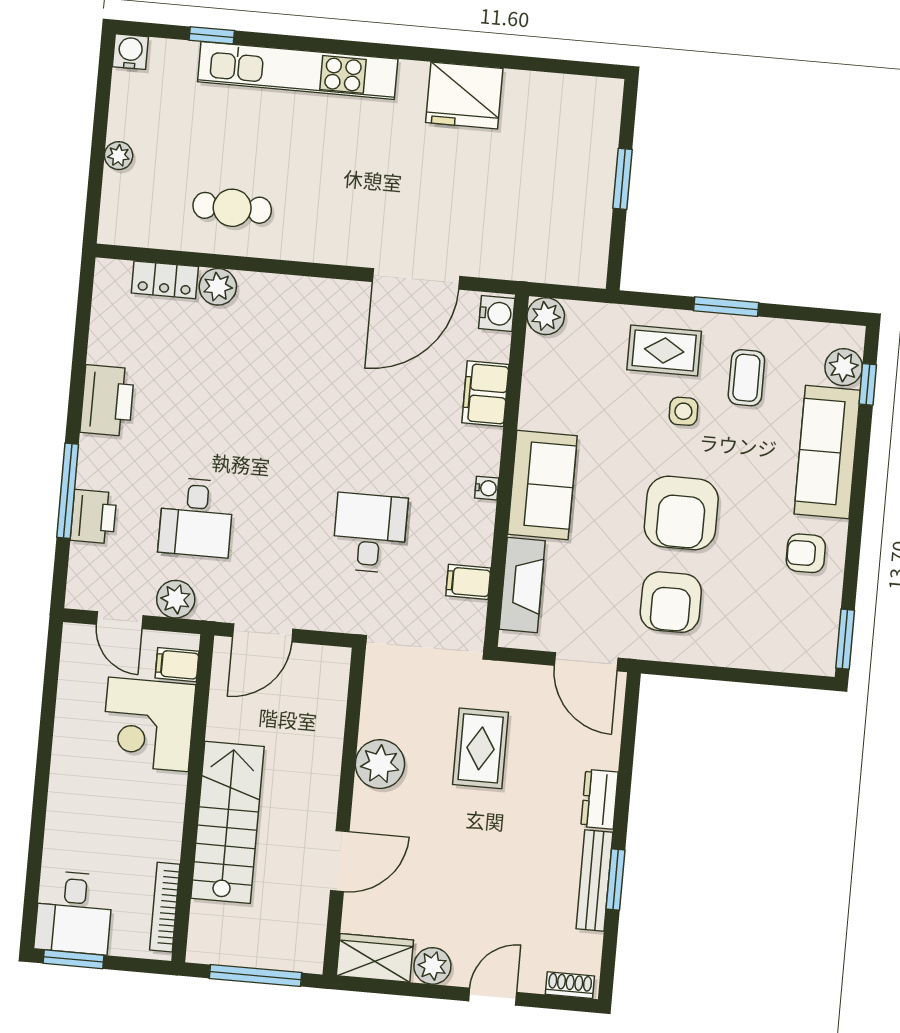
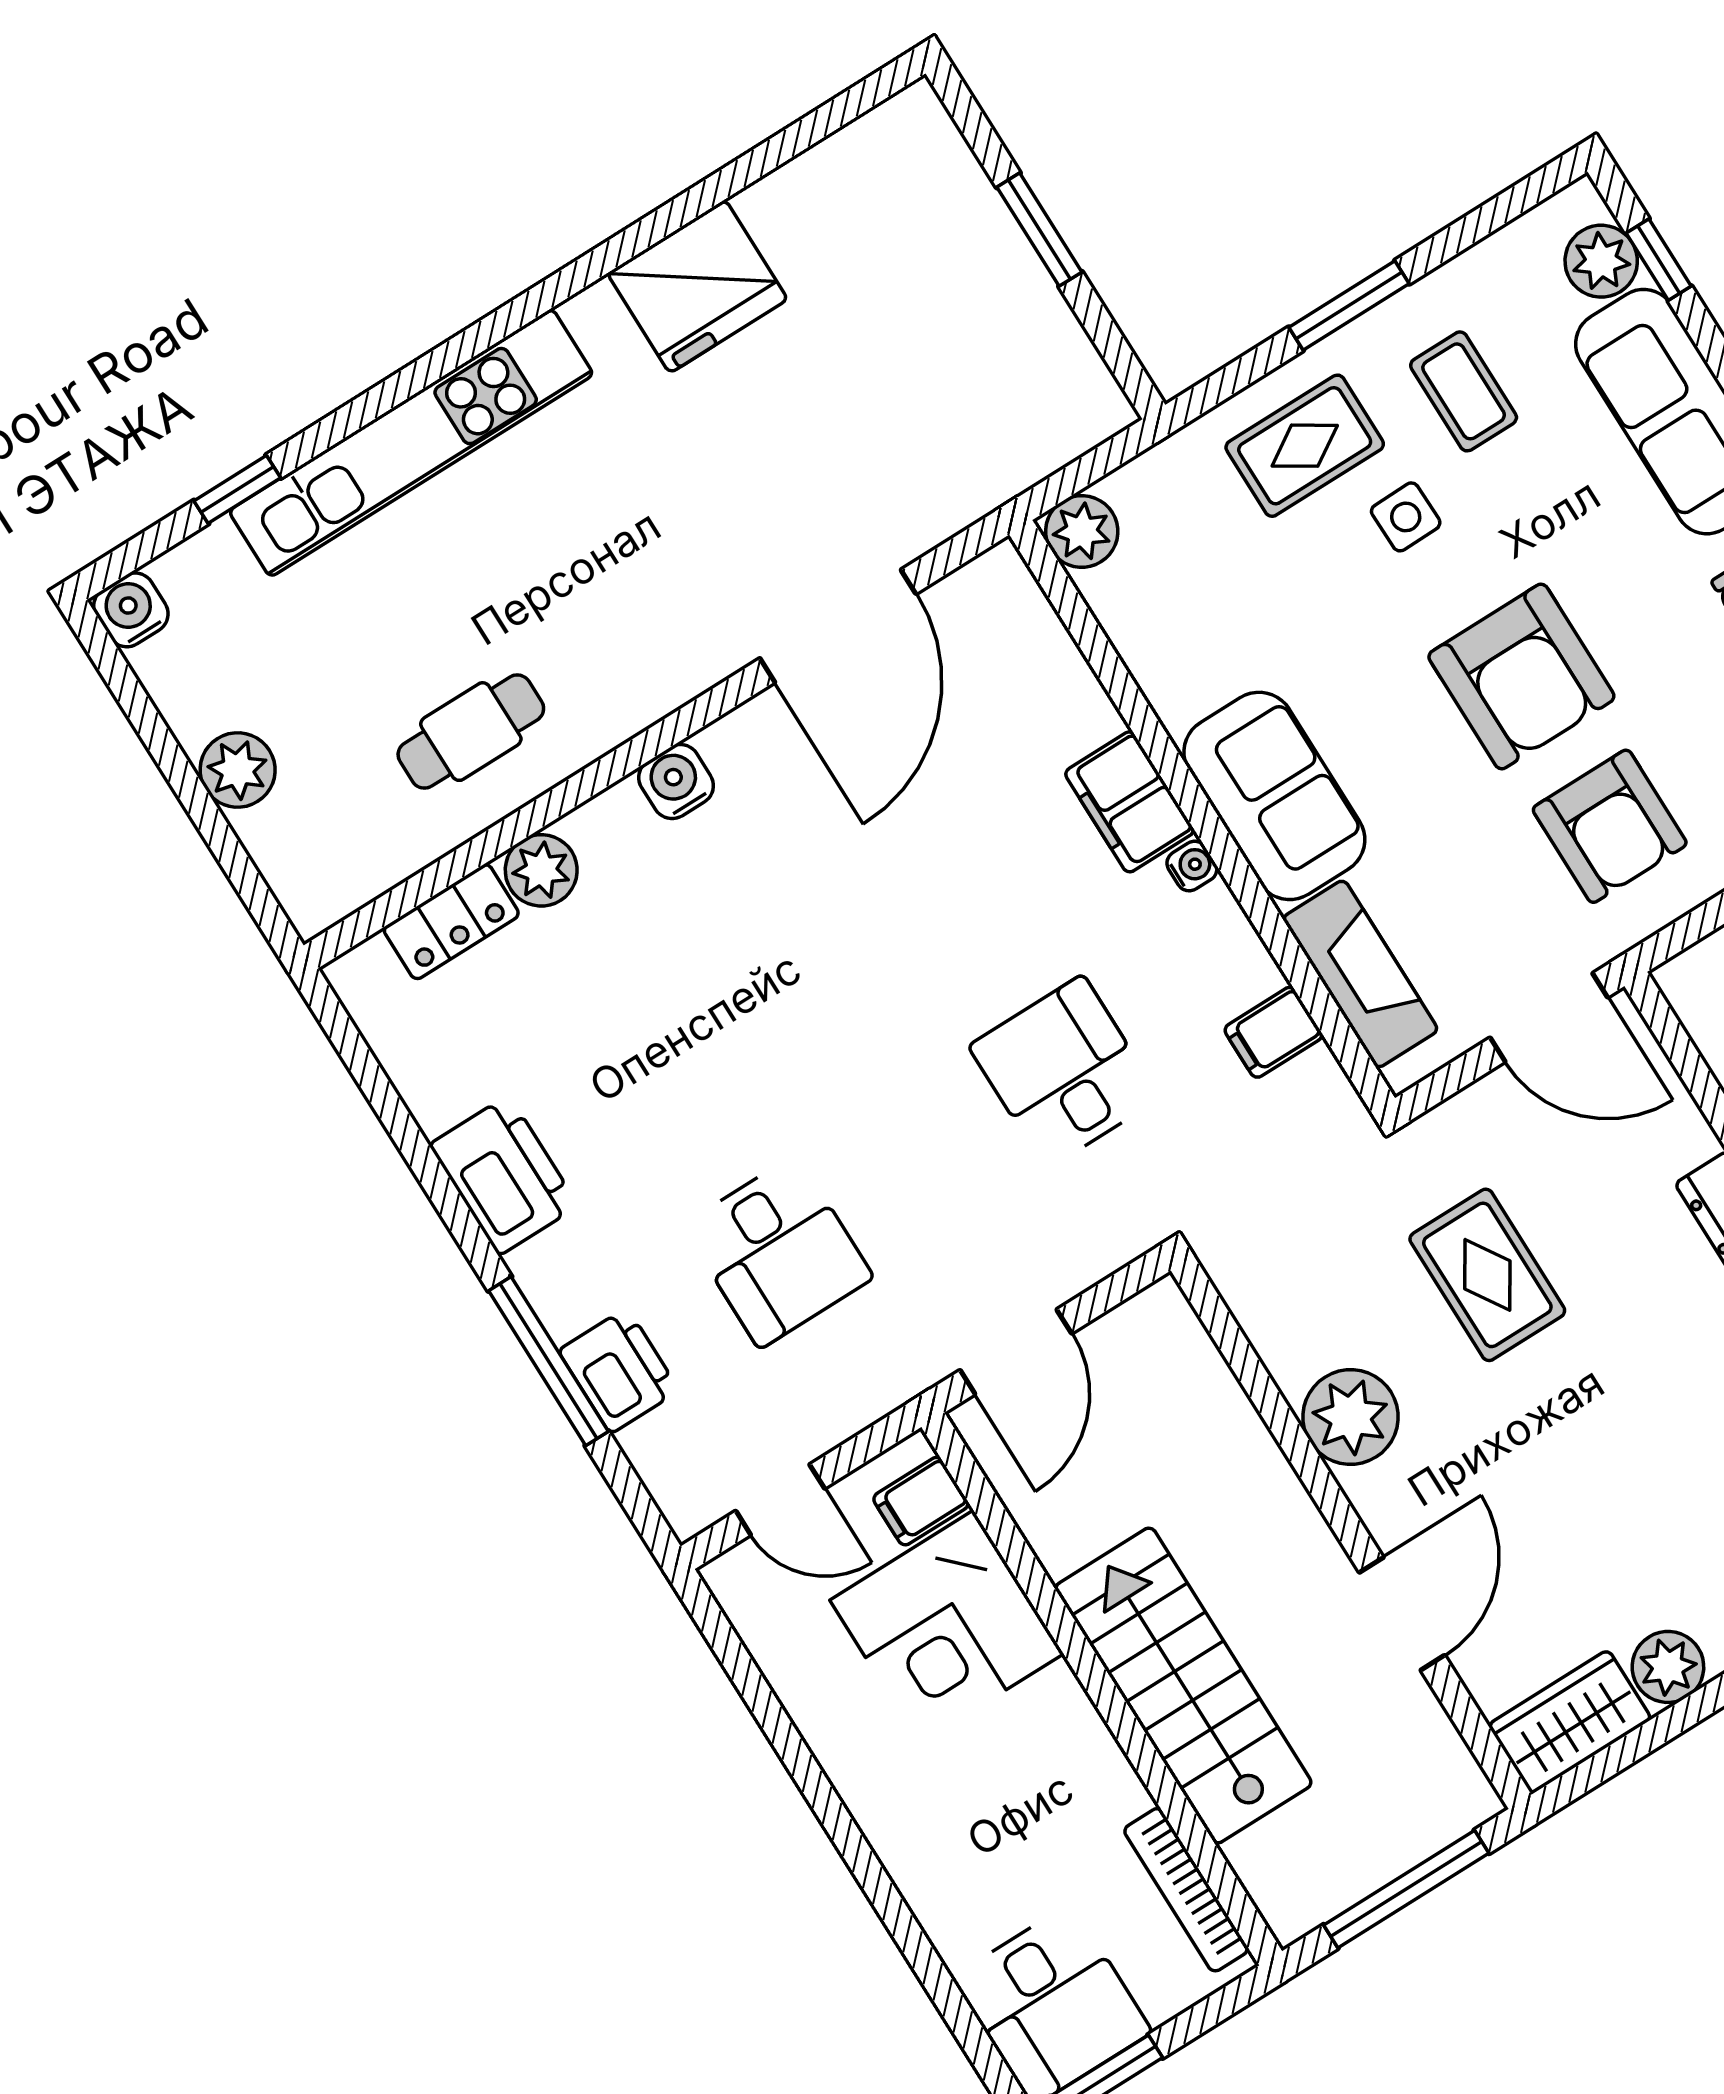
plant: (119, 156) -> (238, 770), width x1.38, depth x1.38
water cooler: (497, 314) -> (676, 782), moved, turned -90
filing cabinet: (485, 394) -> (1130, 802), moved
plant: (176, 599) -> (842, 1402), removed

